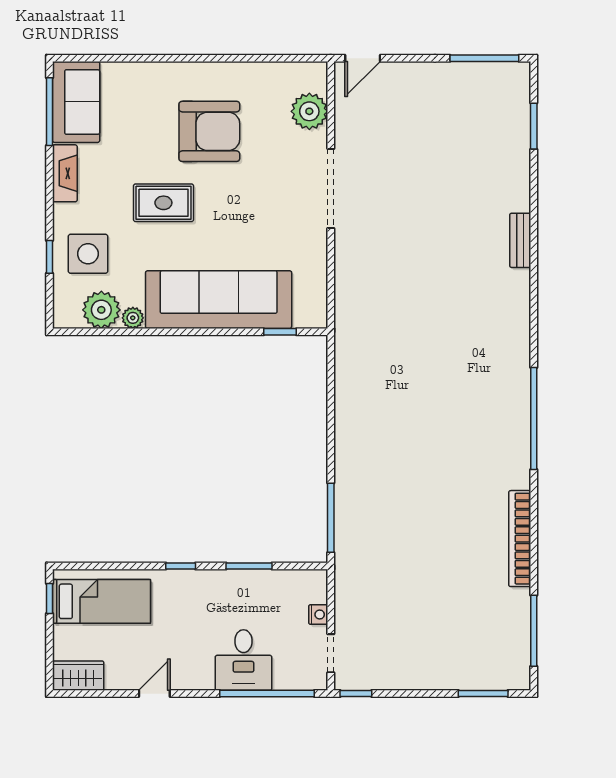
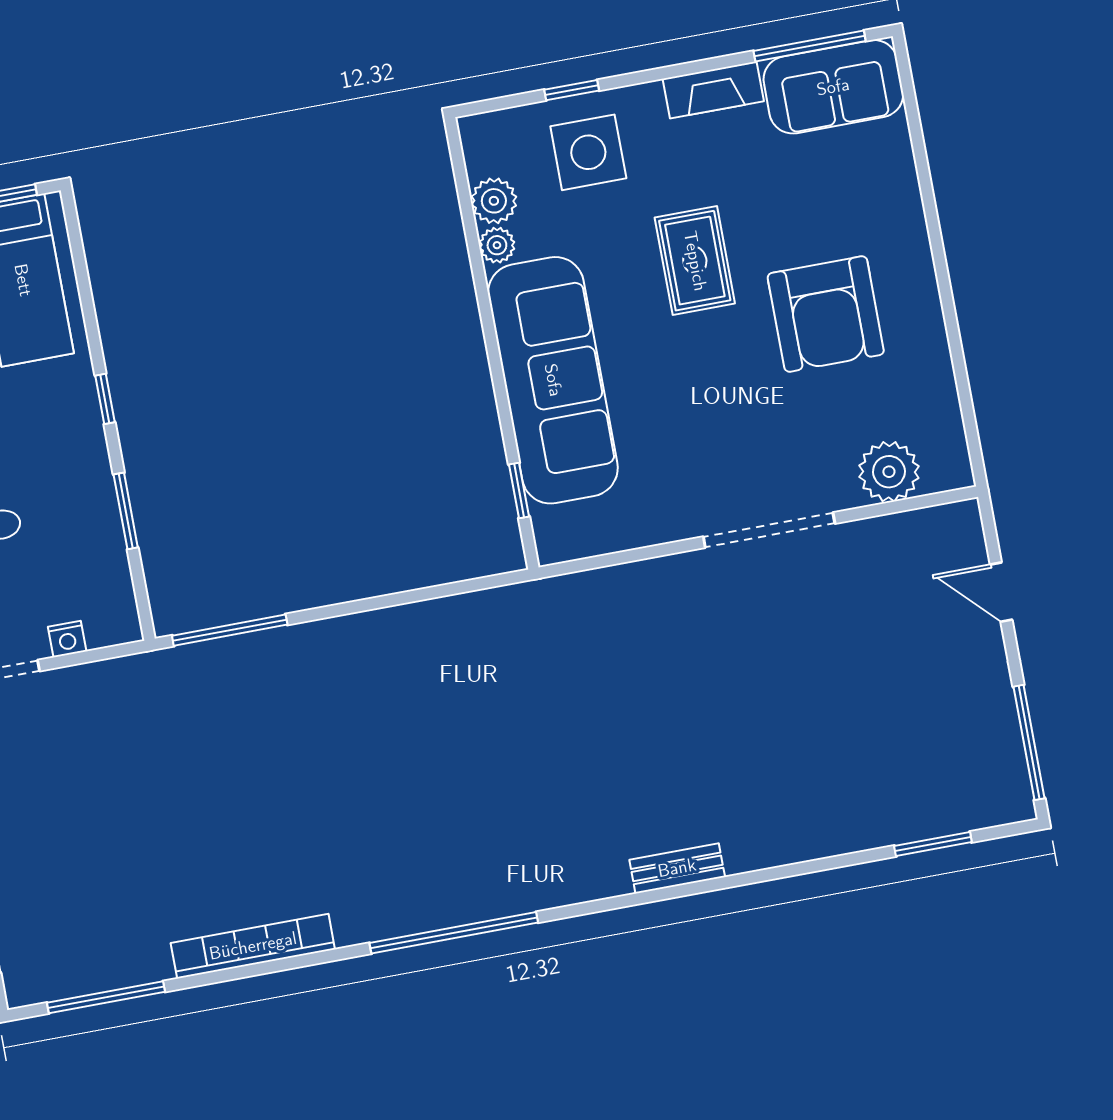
door: (363, 58) -> (1001, 592), moved
bench: (520, 240) -> (677, 868), moved
plant: (101, 310) -> (494, 201), width x0.73, depth x0.73

